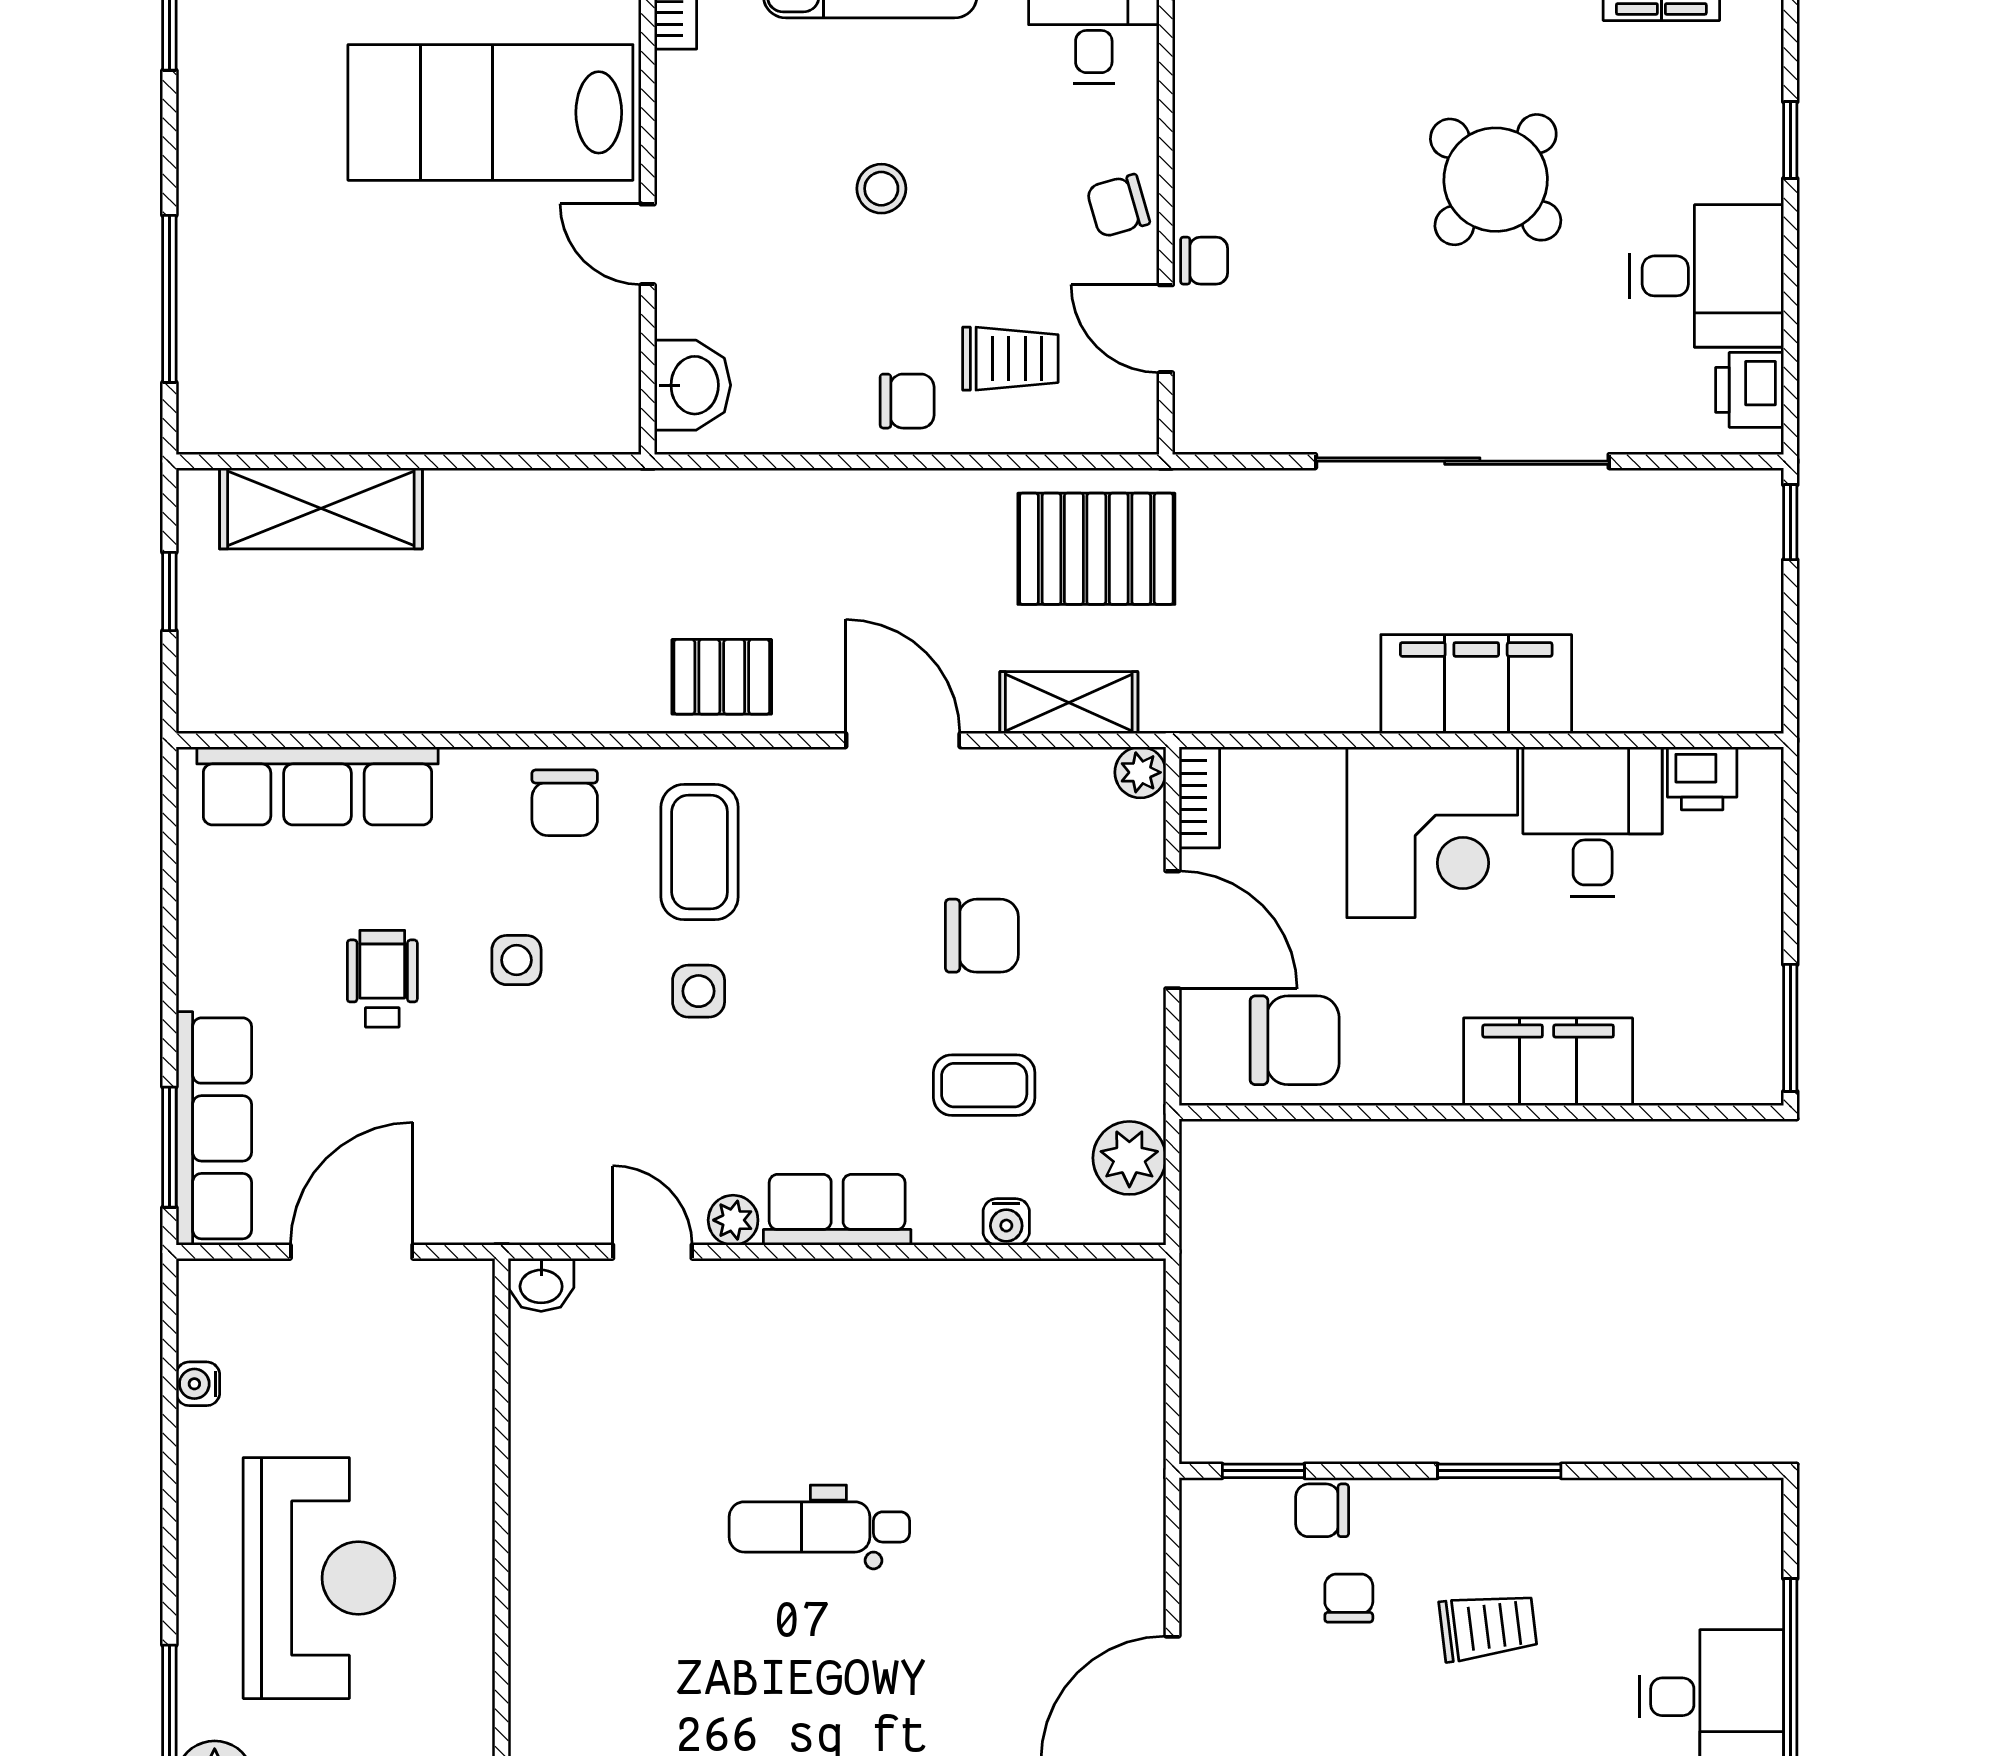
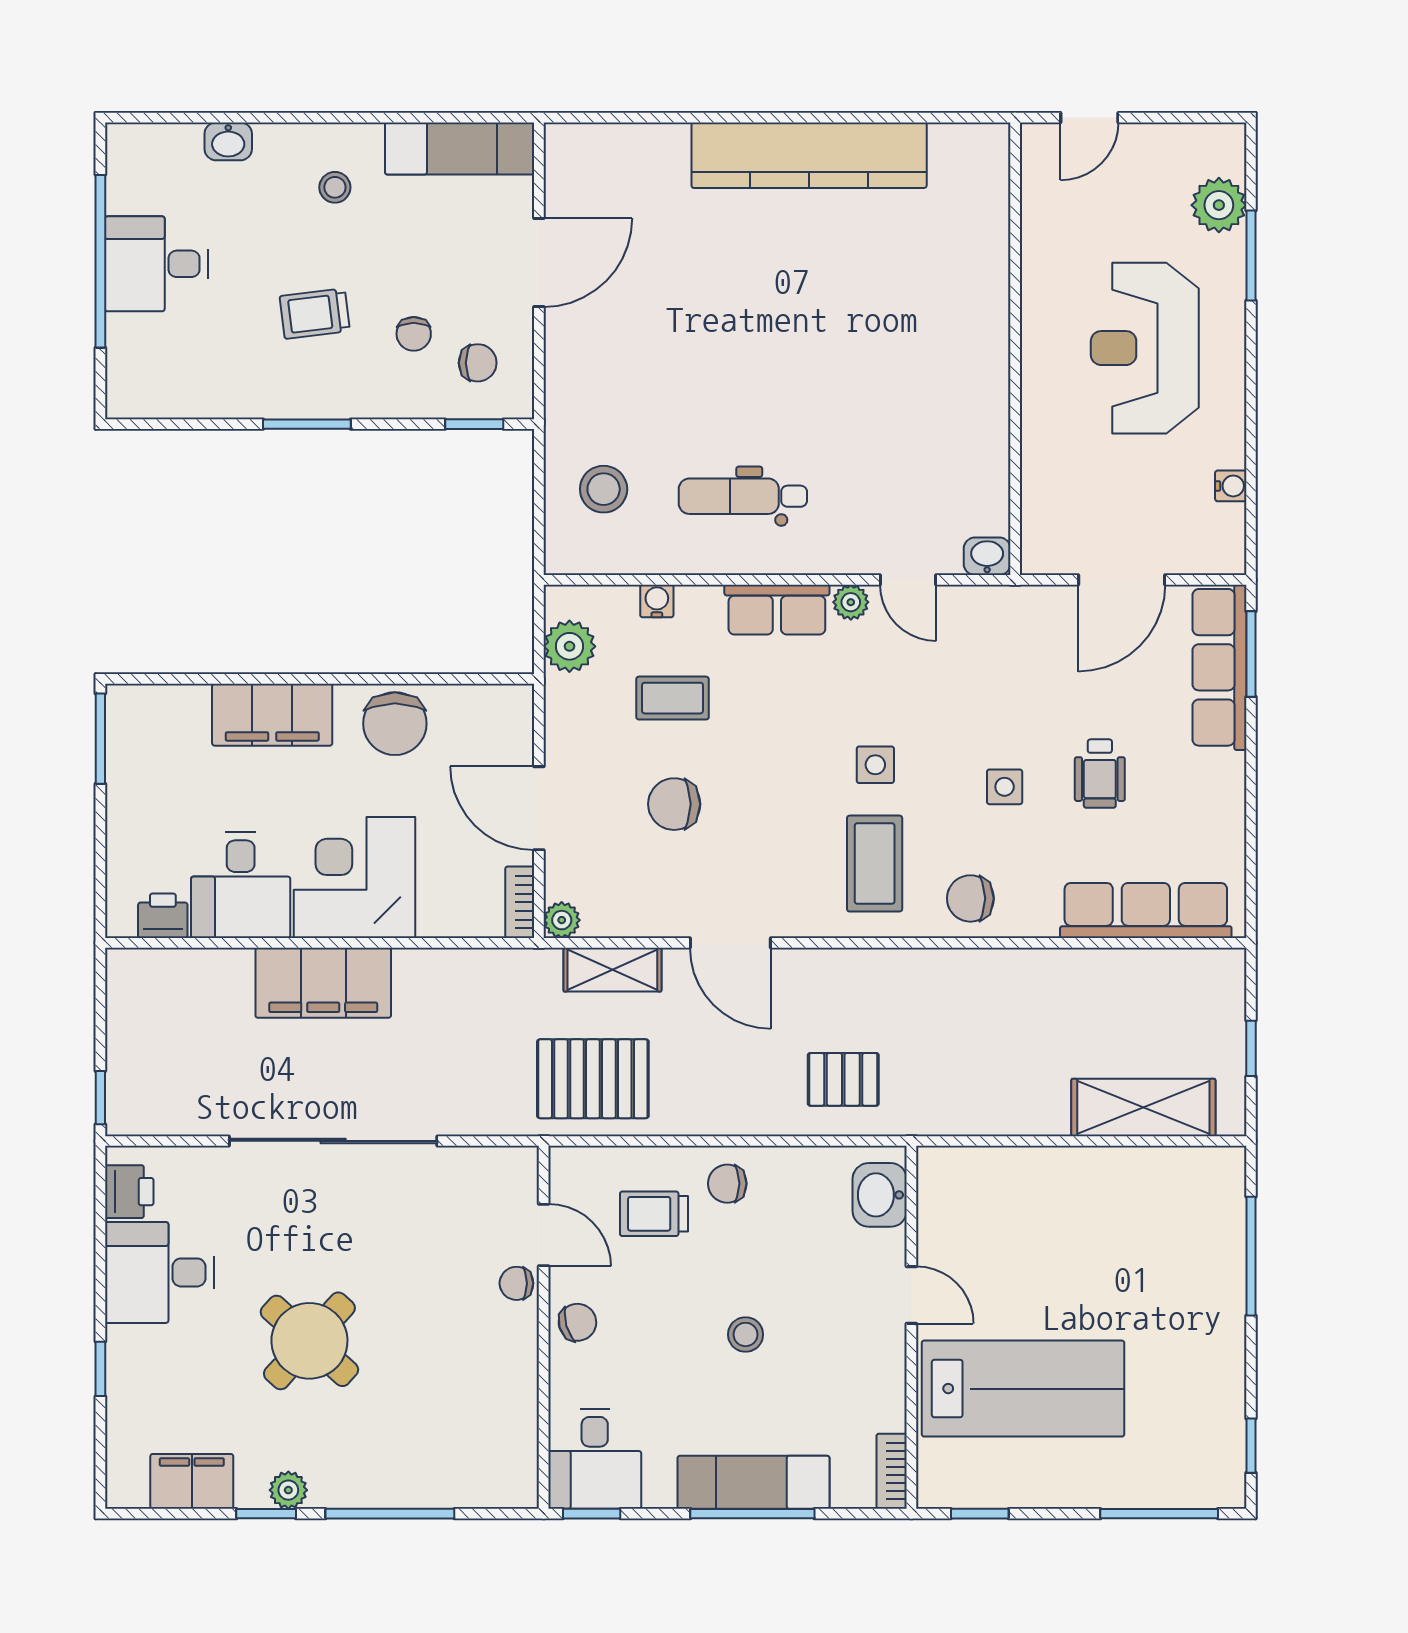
pallet: (722, 677) -> (843, 1079), moved
chair: (565, 803) -> (970, 898), turned -90
chair: (1295, 1040) -> (395, 724), moved, turned -90
stool: (1081, 1379) -> (604, 489), added
chair: (1322, 1510) -> (478, 363), moved
dental chair: (819, 1527) -> (743, 496), moved, turned 180

